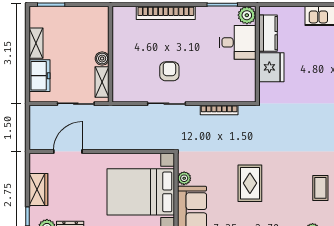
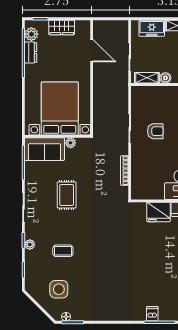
rug: (250, 183) -> (67, 195), turned 90

